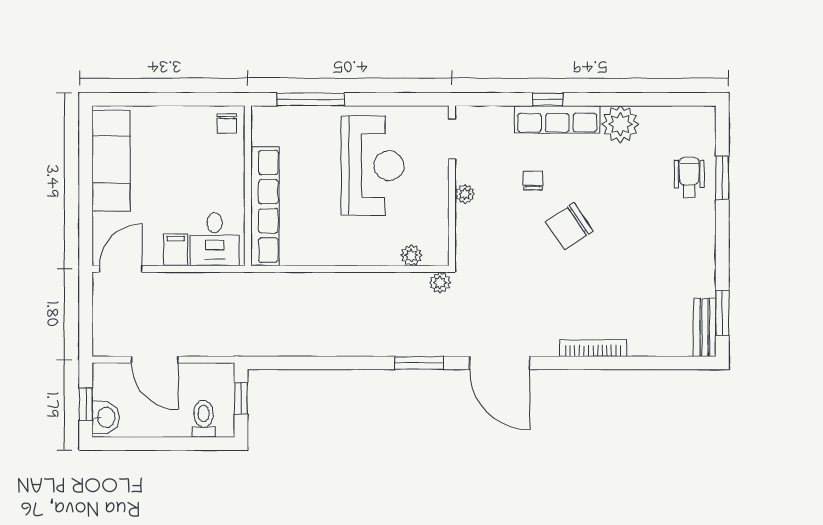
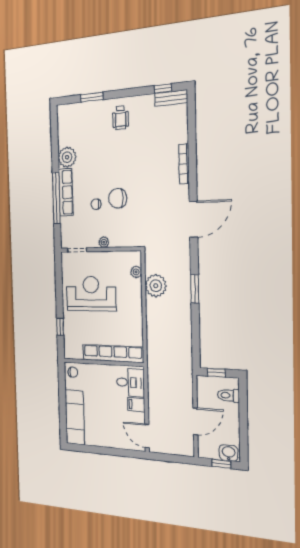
window: (310, 99) -> (60, 327), width x0.46
window: (548, 99) -> (56, 198), width x3.17
exam couch: (111, 161) -> (75, 417), moved, turned 90
wheelchair: (689, 177) -> (121, 118), moved, turned -90
chair: (569, 226) -> (118, 198), moved, turned 124
plant: (440, 283) -> (156, 286), moved, width x1.88, depth x1.88
window: (722, 313) -> (163, 89), width x0.67
window: (419, 363) -> (195, 289), moved

